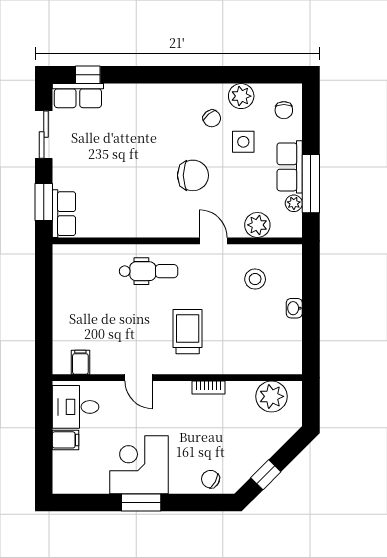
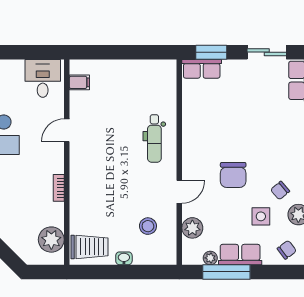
chair: (284, 110) -> (287, 250), turned 143
trolley: (188, 332) -> (89, 247), moved
filing cabinet: (66, 440) -> (16, 70), removed

